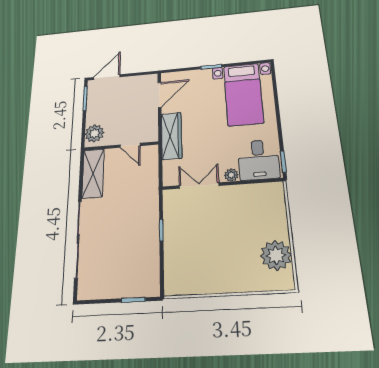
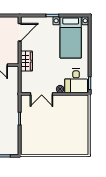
wardrobe: (172, 136) -> (26, 61), width x0.67
double door: (199, 186) -> (42, 94), swing flipped
plant: (276, 255) -> (81, 136), removed

